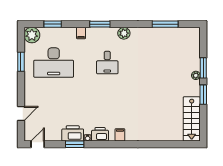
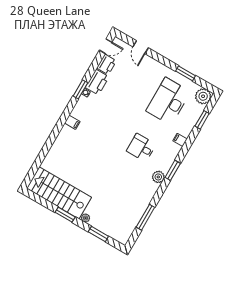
window: (100, 24) -> (173, 170), moved
window: (203, 68) -> (98, 234), moved
stairs: (192, 119) -> (59, 193), width x1.36, depth x1.51
printer: (100, 134) -> (107, 64), moved
door: (38, 144) -> (106, 46), hinge flipped
window: (75, 144) -> (80, 89), moved

